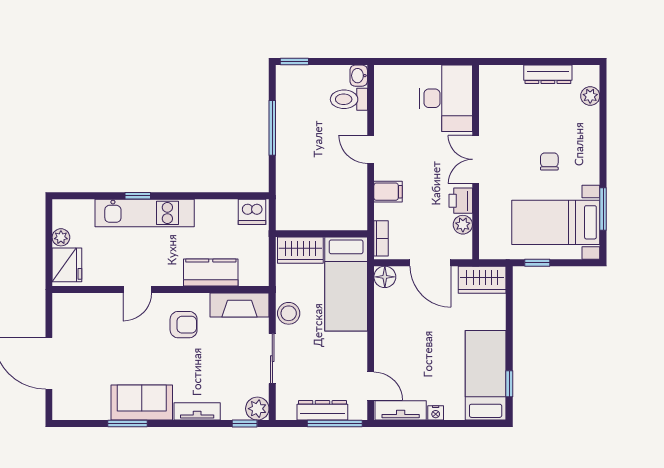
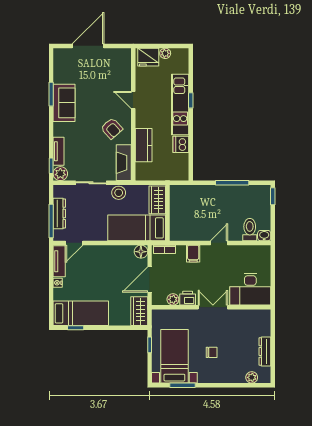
dishwasher: (252, 212) -> (181, 144), moved
armchair: (184, 325) -> (112, 128), turned -42
tv unit: (197, 411) -> (59, 151), moved

